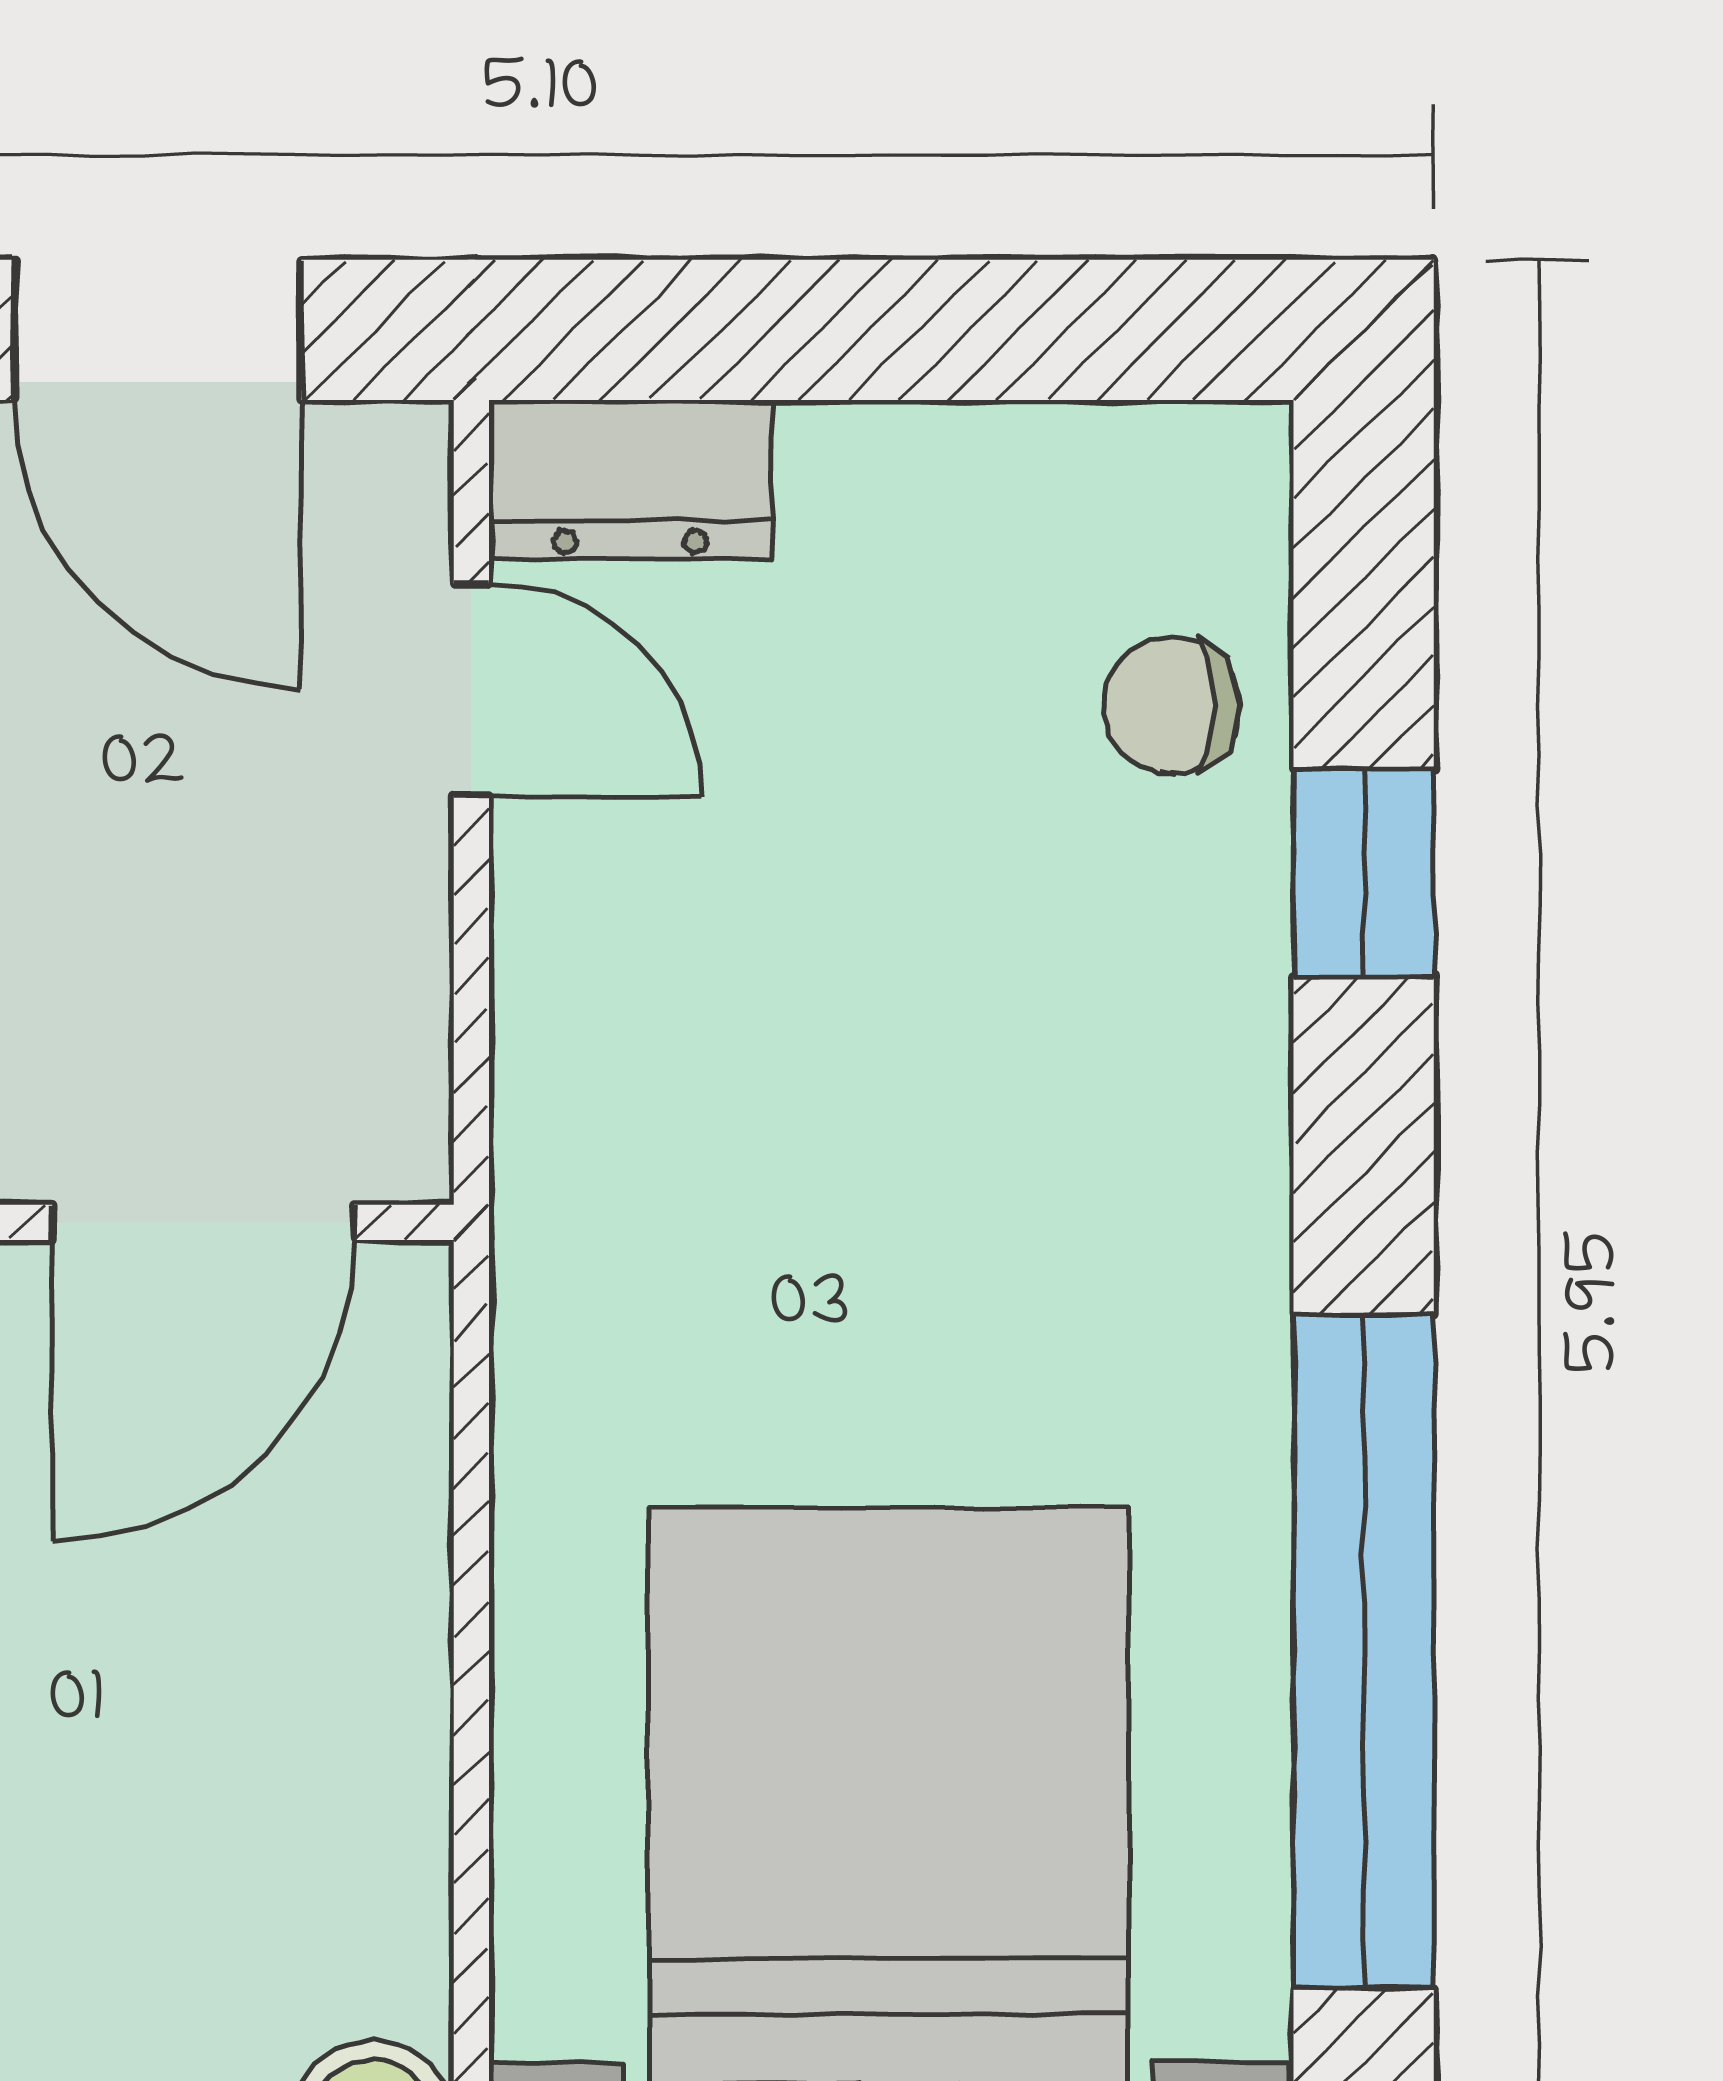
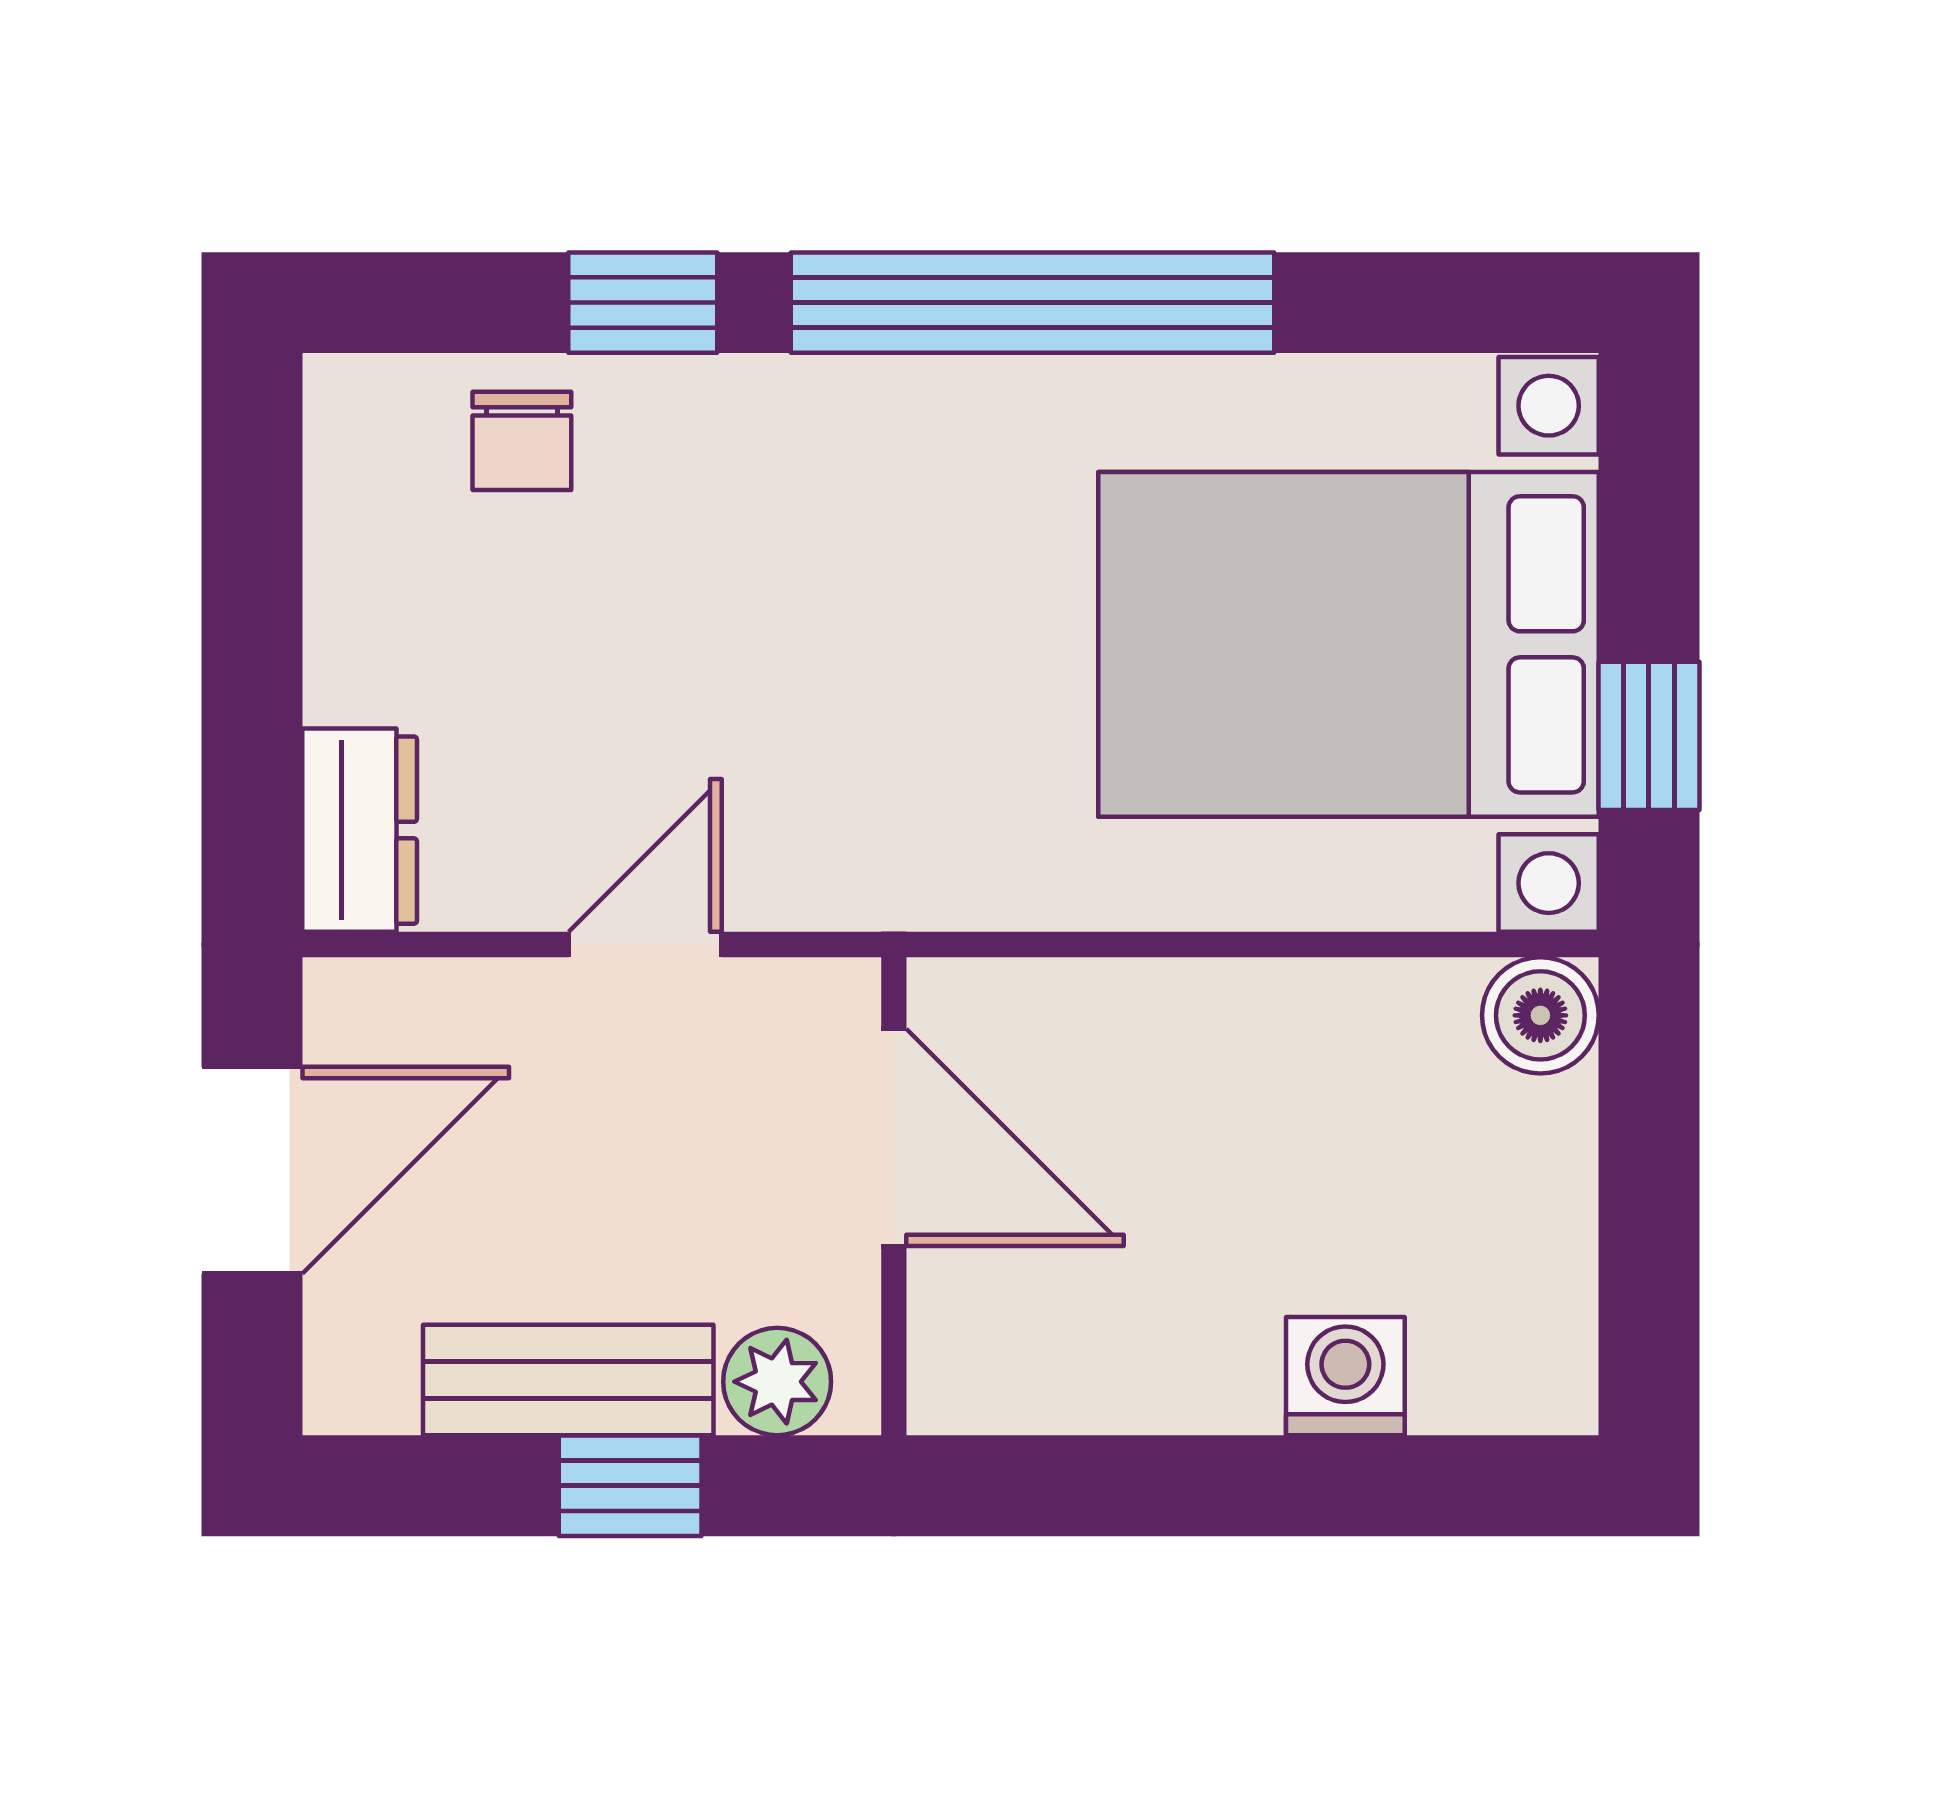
door: (471, 690) -> (645, 945), moved
window: (1364, 1651) -> (1032, 303), moved

